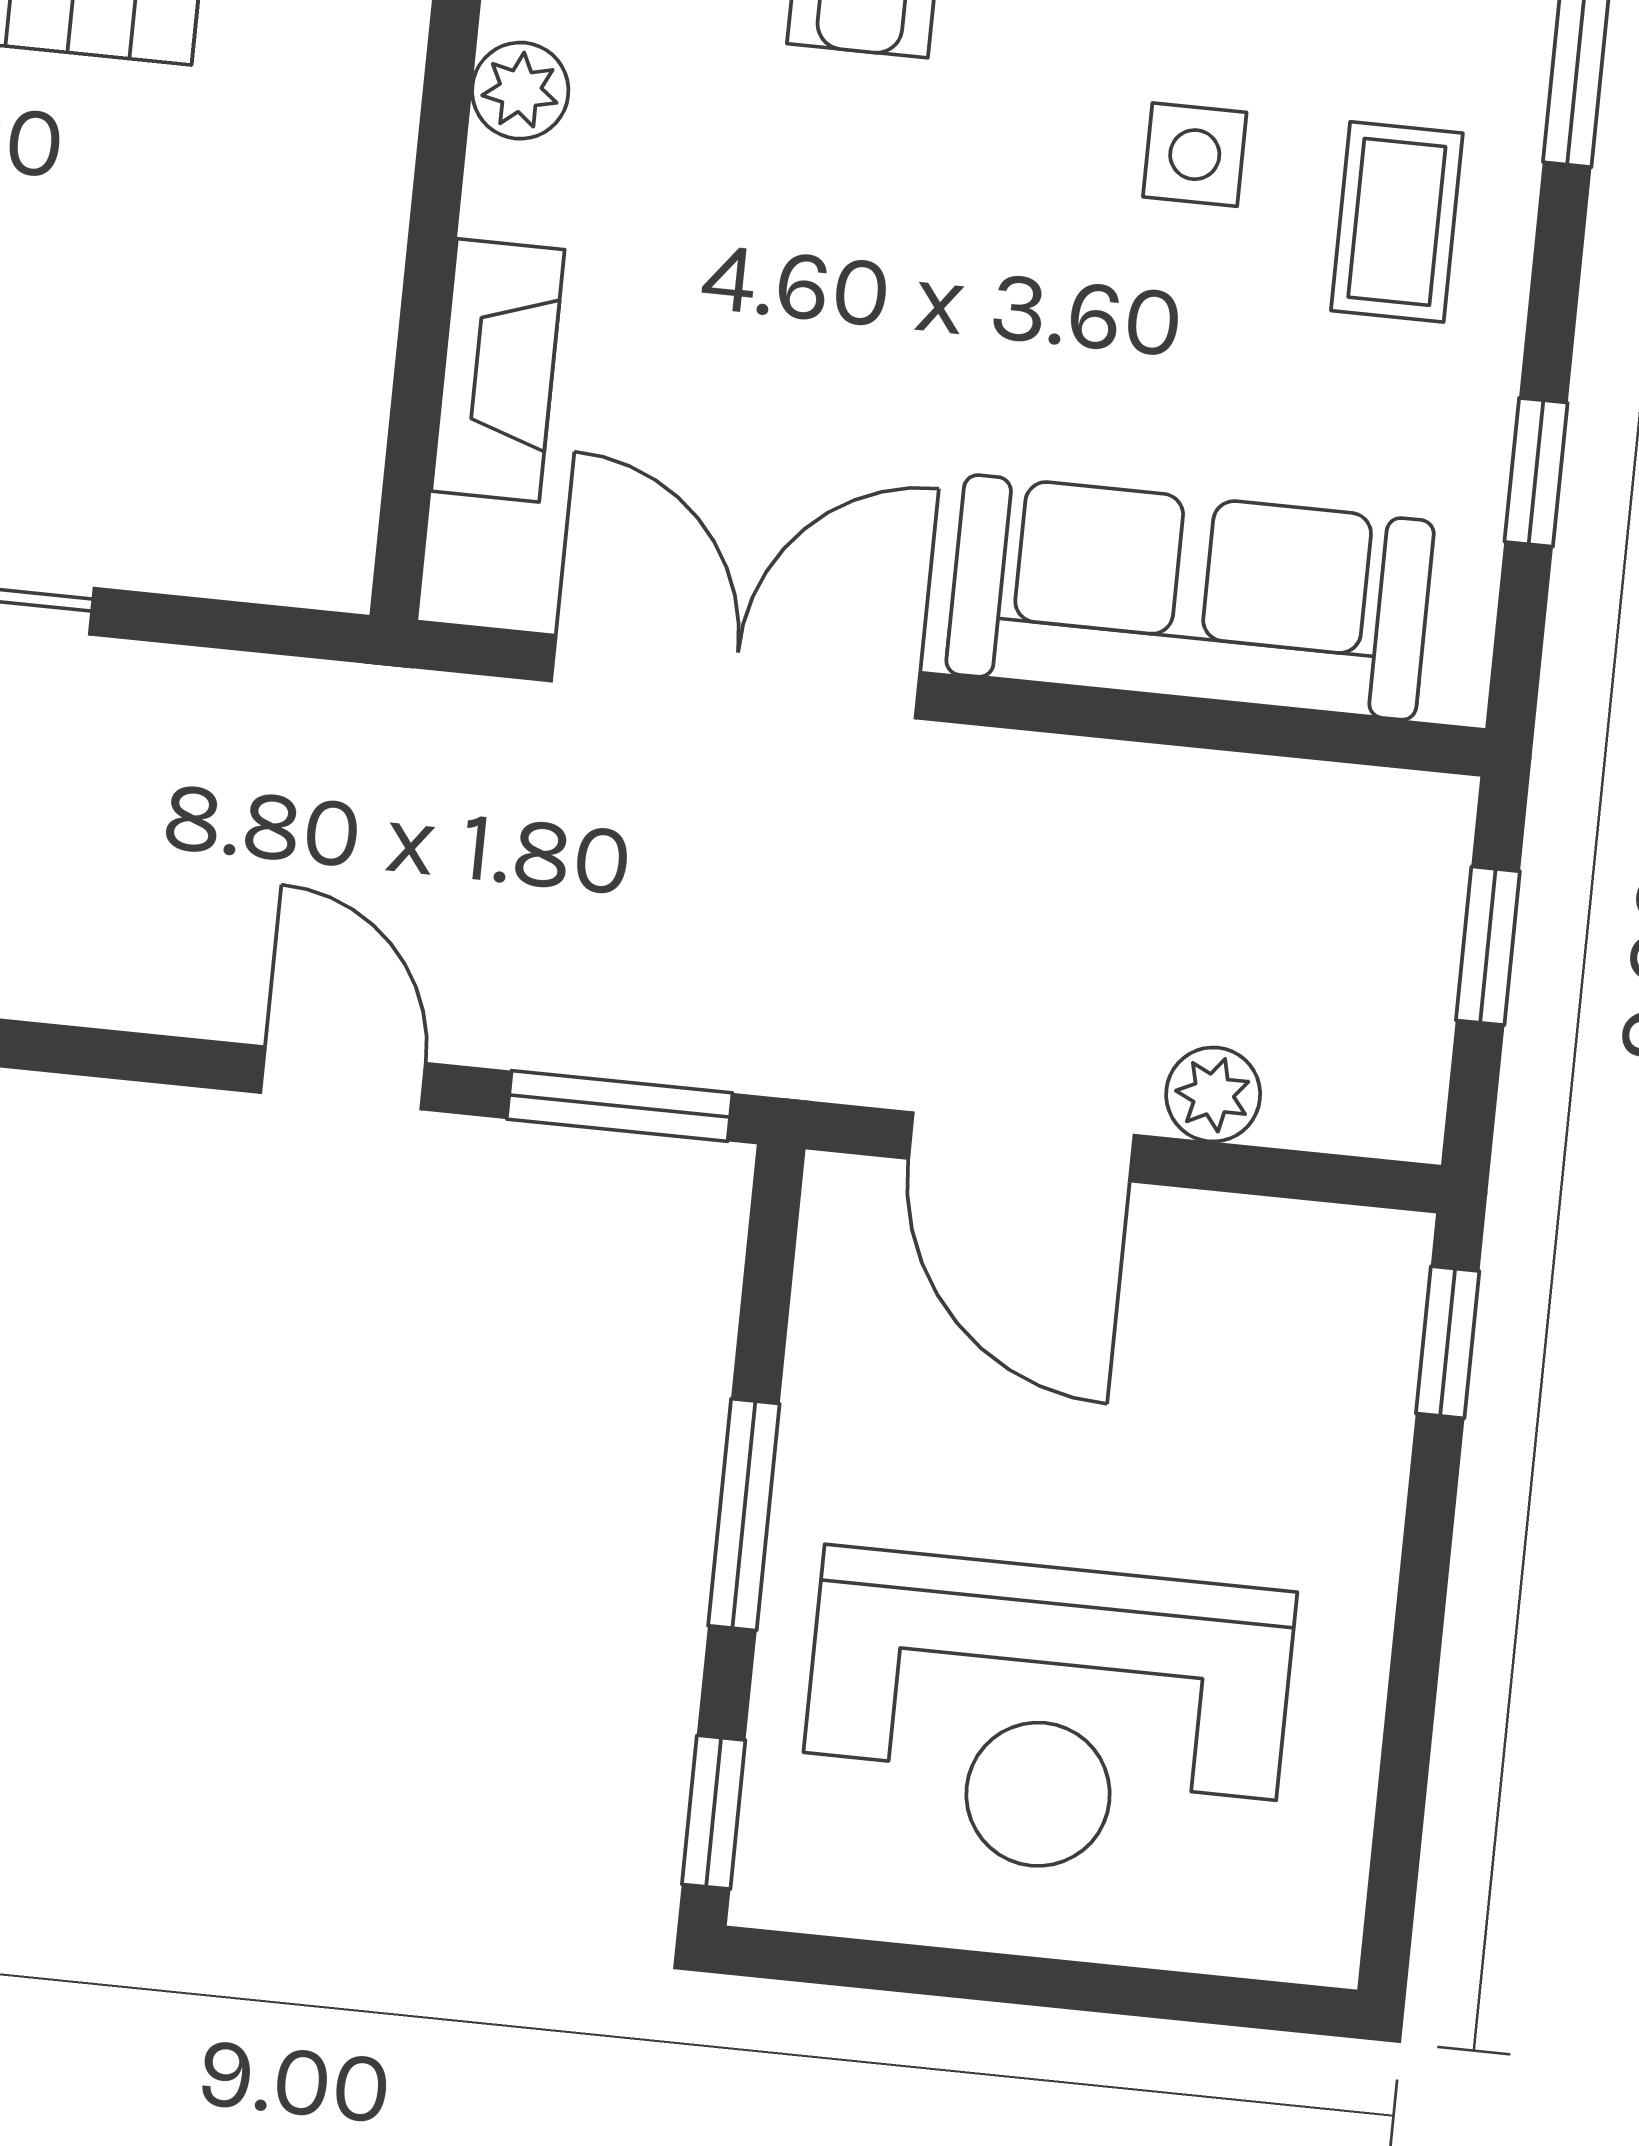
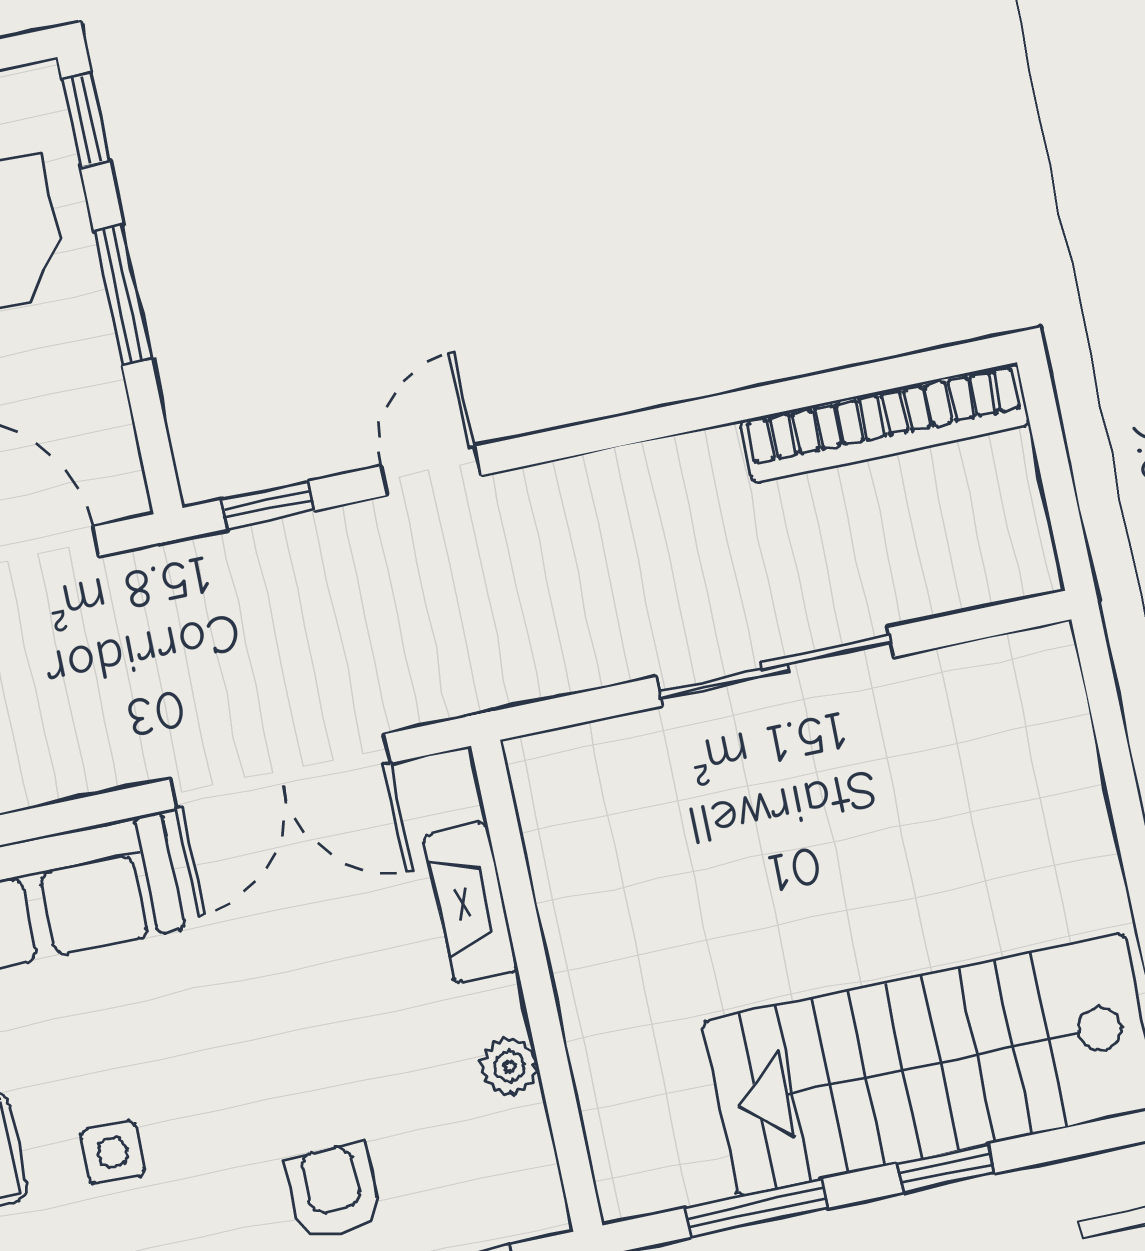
door: (343, 1078) -> (431, 471), swing flipped
window: (620, 1106) -> (268, 505), width x0.67

